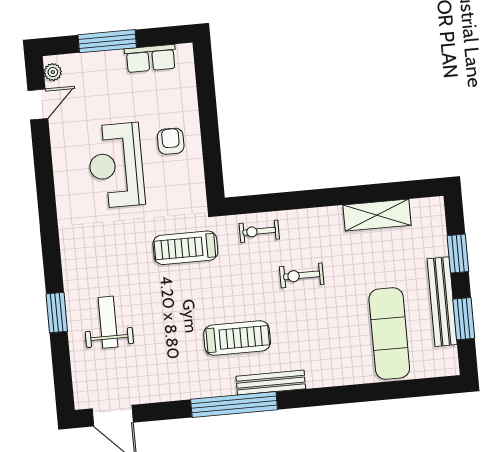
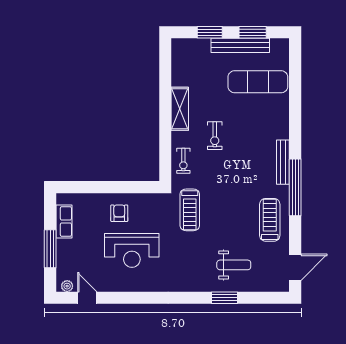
armchair: (171, 141) -> (119, 213), turned 90
shelving: (377, 215) -> (180, 109), moved
weight bench: (108, 322) -> (234, 265), turned 180
treadmill: (237, 338) -> (270, 220), moved

